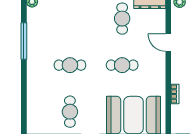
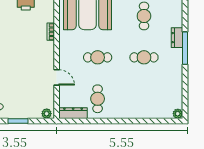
window: (24, 41) -> (185, 48), moved
dresser: (33, 87) -> (177, 38), added

